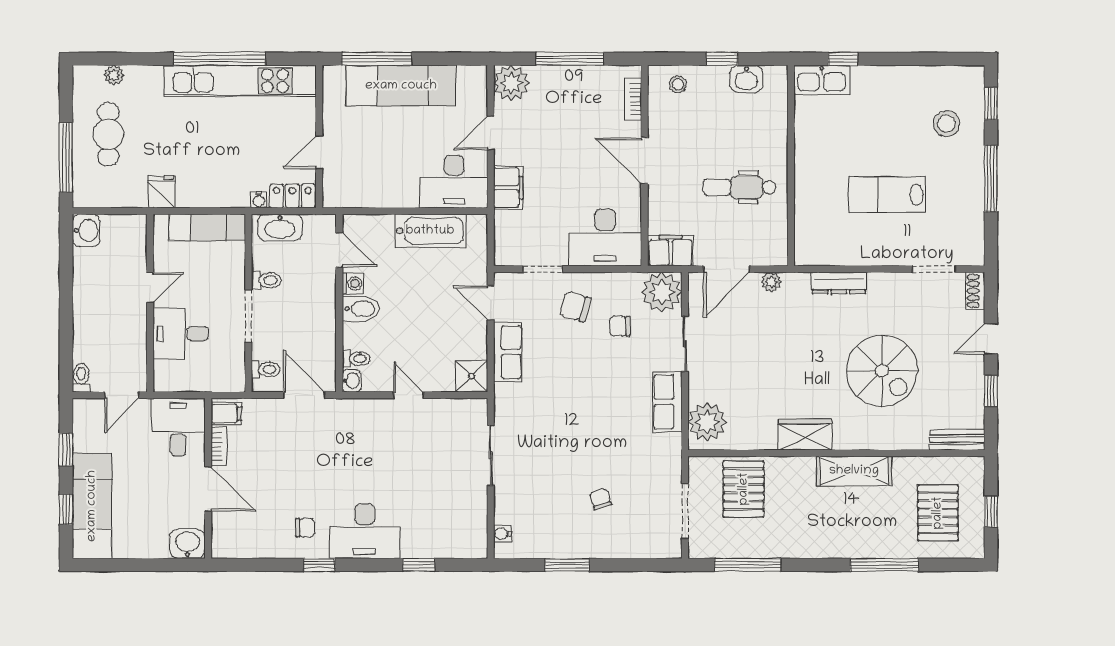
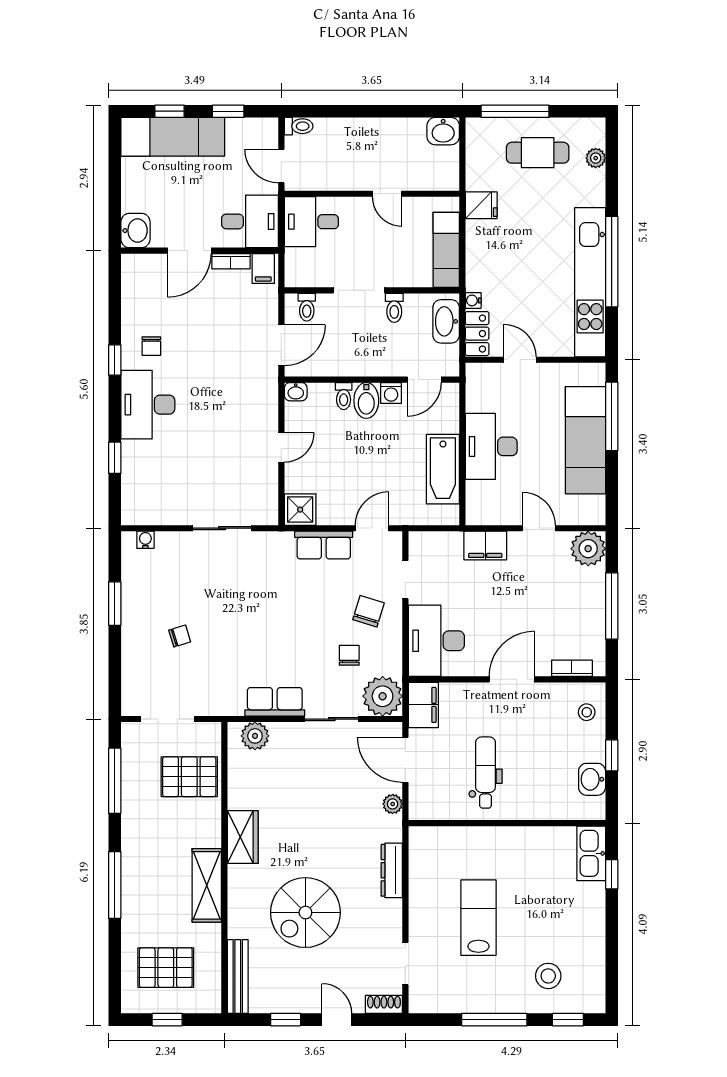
desk: (454, 182) -> (491, 446), moved
desk: (181, 334) -> (311, 222), moved, turned -90
toilet: (356, 359) -> (344, 396), moved
plant: (707, 422) -> (255, 736), width x0.73, depth x0.73
bench: (957, 440) -> (238, 976), width x1.36
window: (884, 565) -> (115, 885), moved

